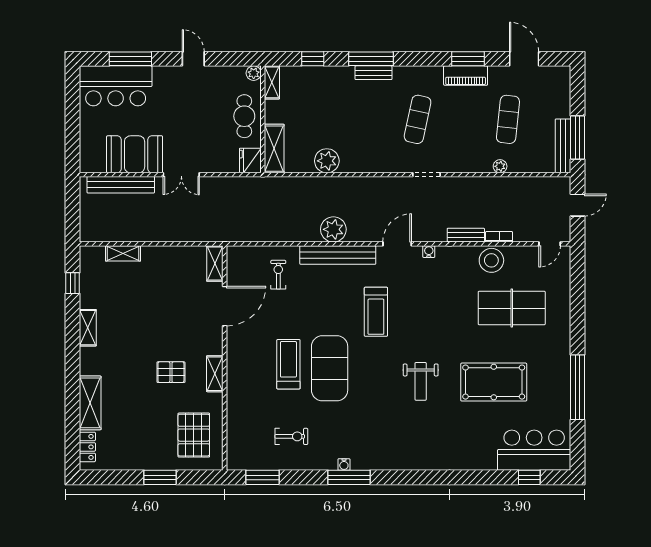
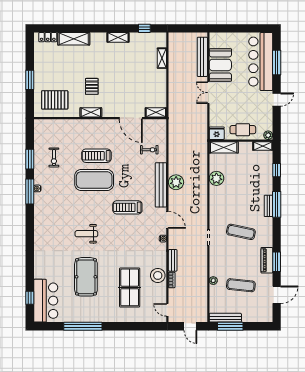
bar counter: (116, 86) -> (261, 62), width x1.36
treadmill: (288, 364) -> (96, 156), turned 180
window: (263, 477) -> (30, 159), moved

